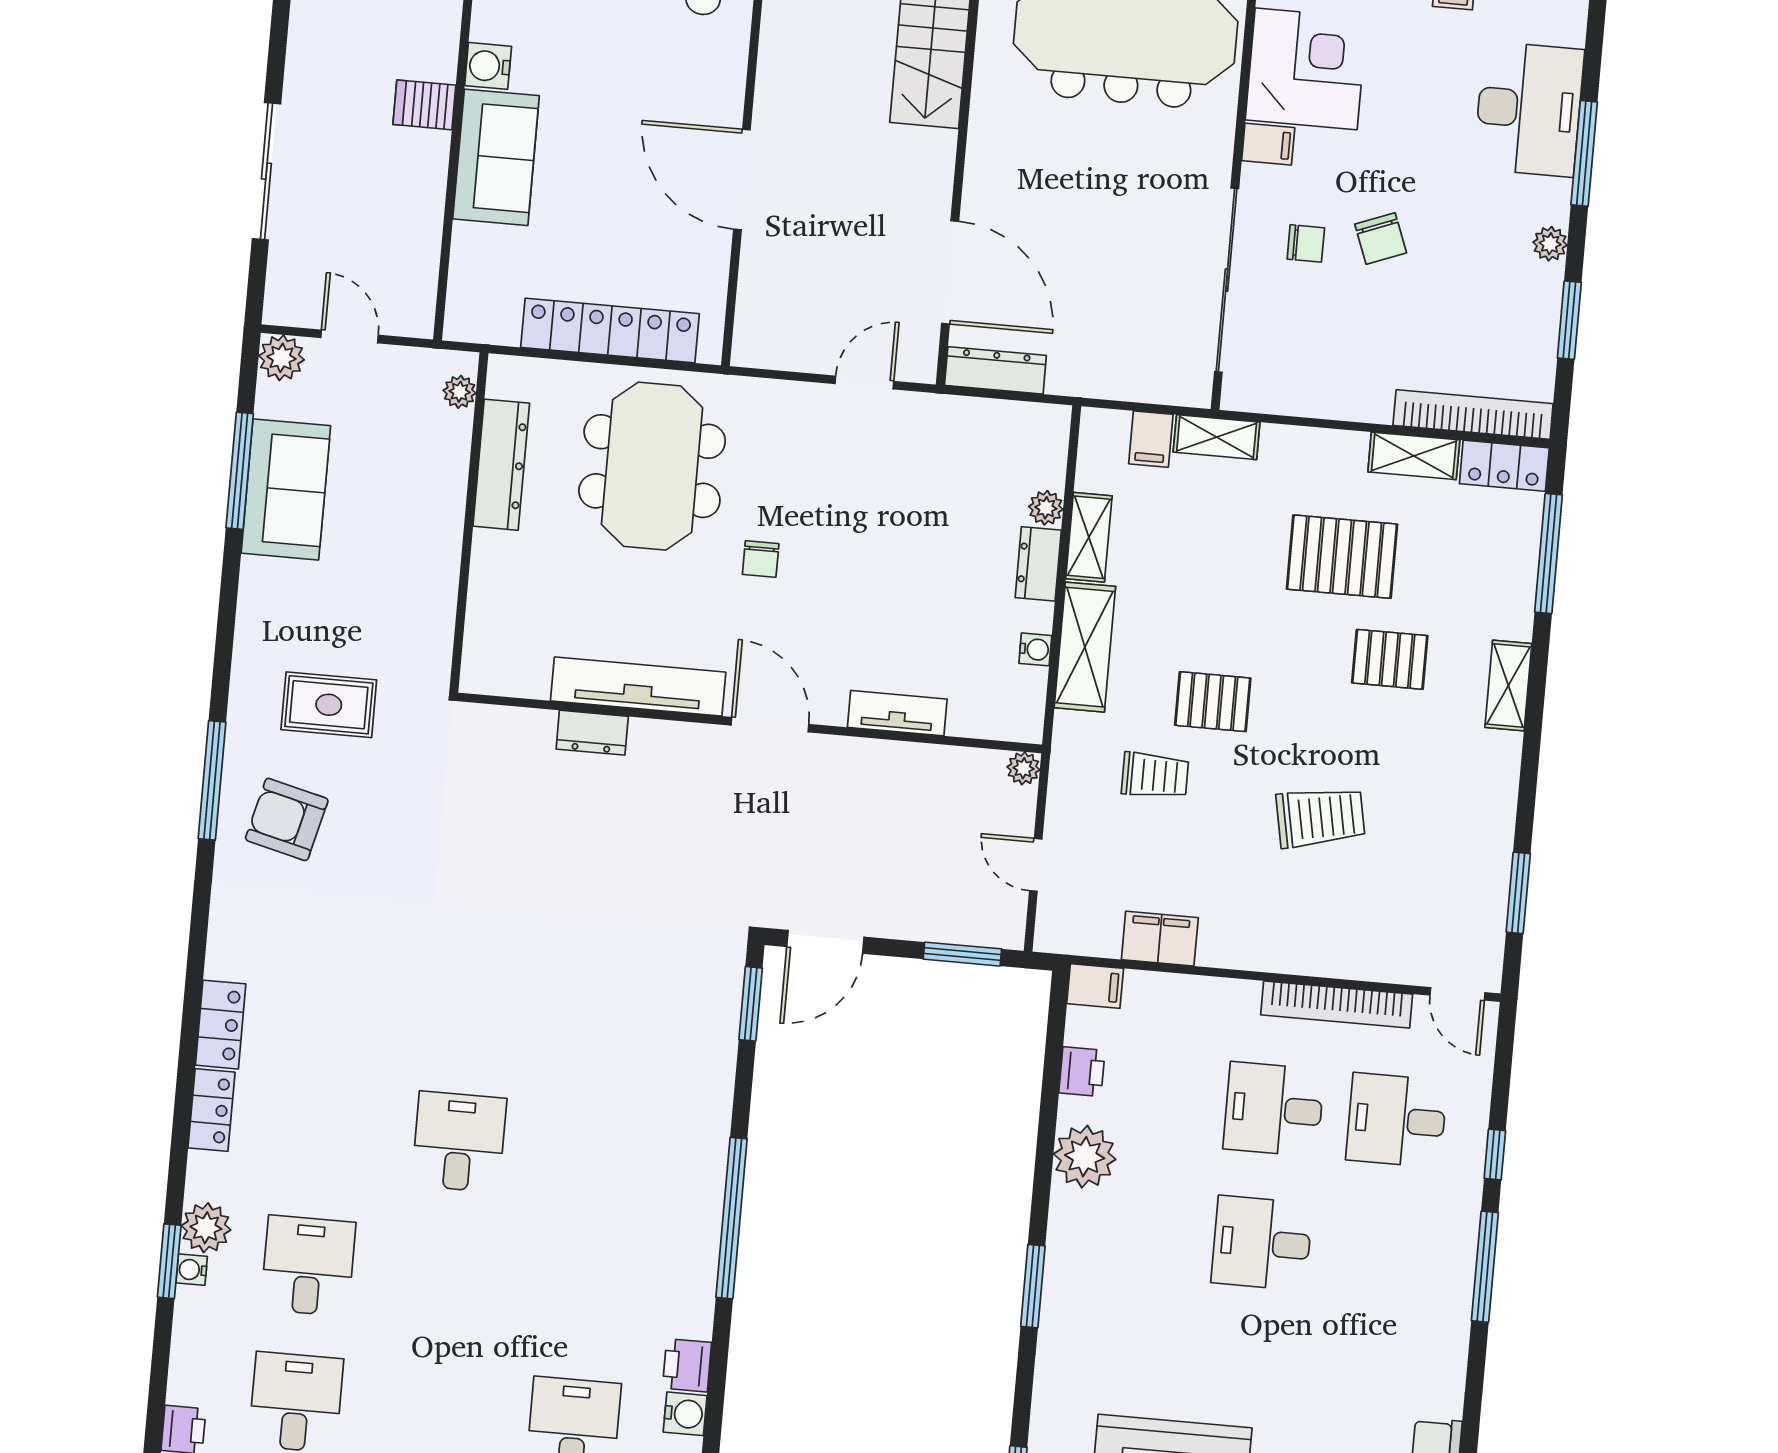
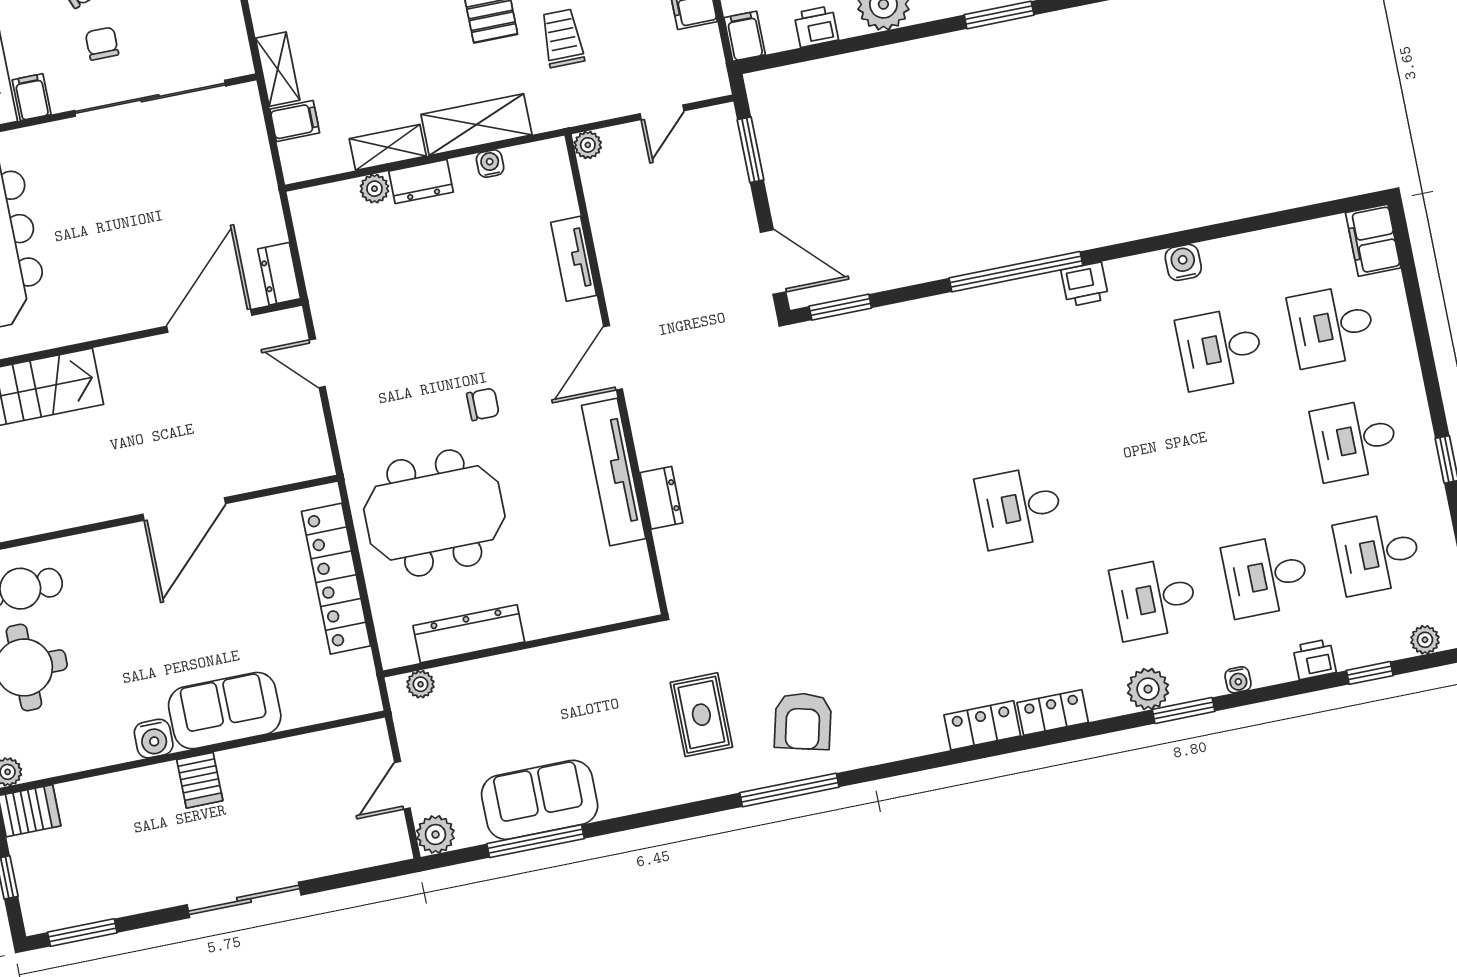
sliding door: (266, 171) -> (244, 900), moved
dresser: (995, 370) -> (279, 274), width x0.70
water cooler: (192, 1270) -> (1238, 680), moved
printer: (687, 1365) -> (1085, 284), moved

